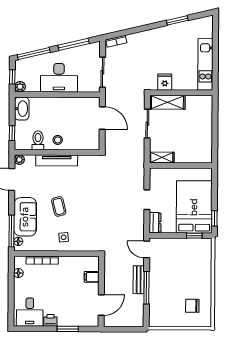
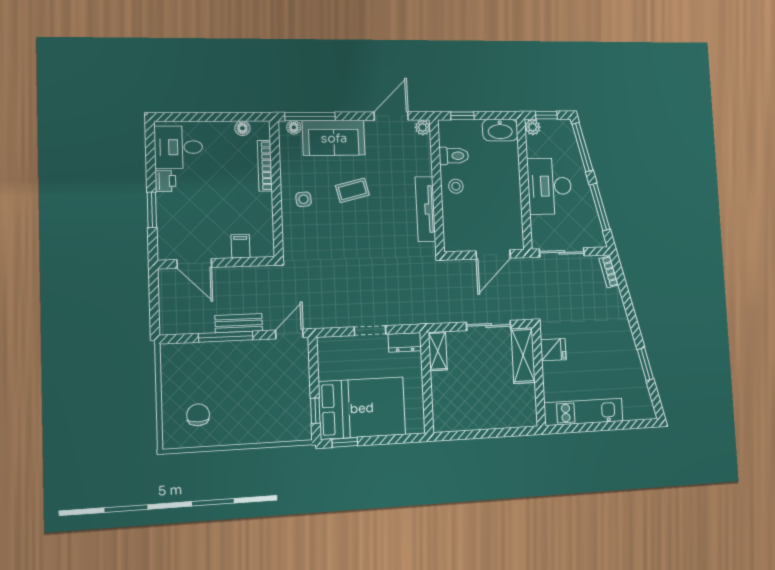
tv unit: (57, 160) -> (425, 209), moved
dresser: (155, 223) -> (405, 342), moved

